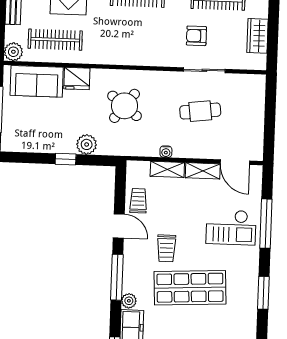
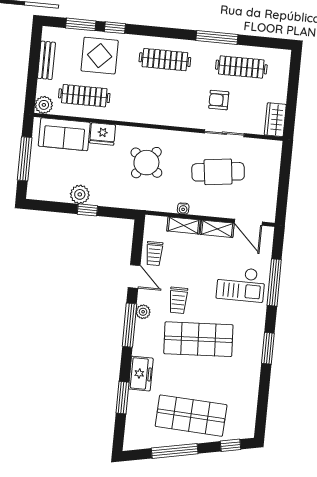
wardrobe: (257, 36) -> (275, 120), moved
cafe table: (200, 111) -> (218, 172), width x1.37, depth x1.35
plant: (87, 144) -> (80, 194), moved
trolley: (138, 201) -> (154, 254), turned 180
plant: (129, 301) -> (143, 312), moved

